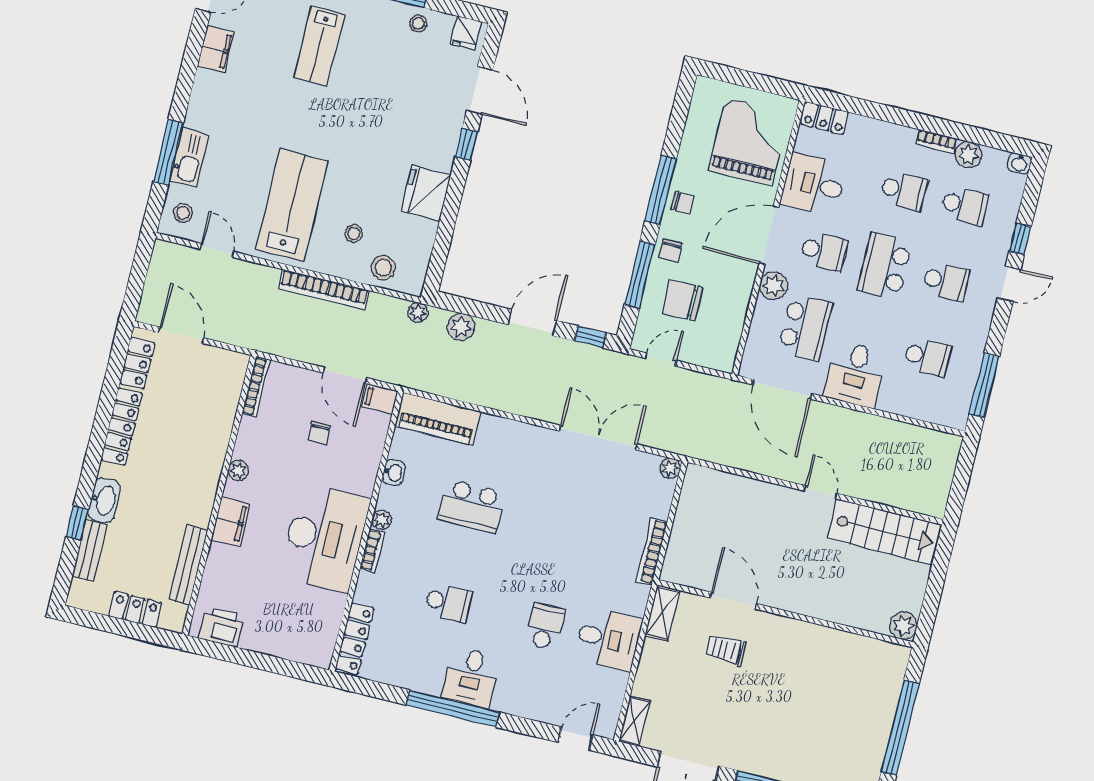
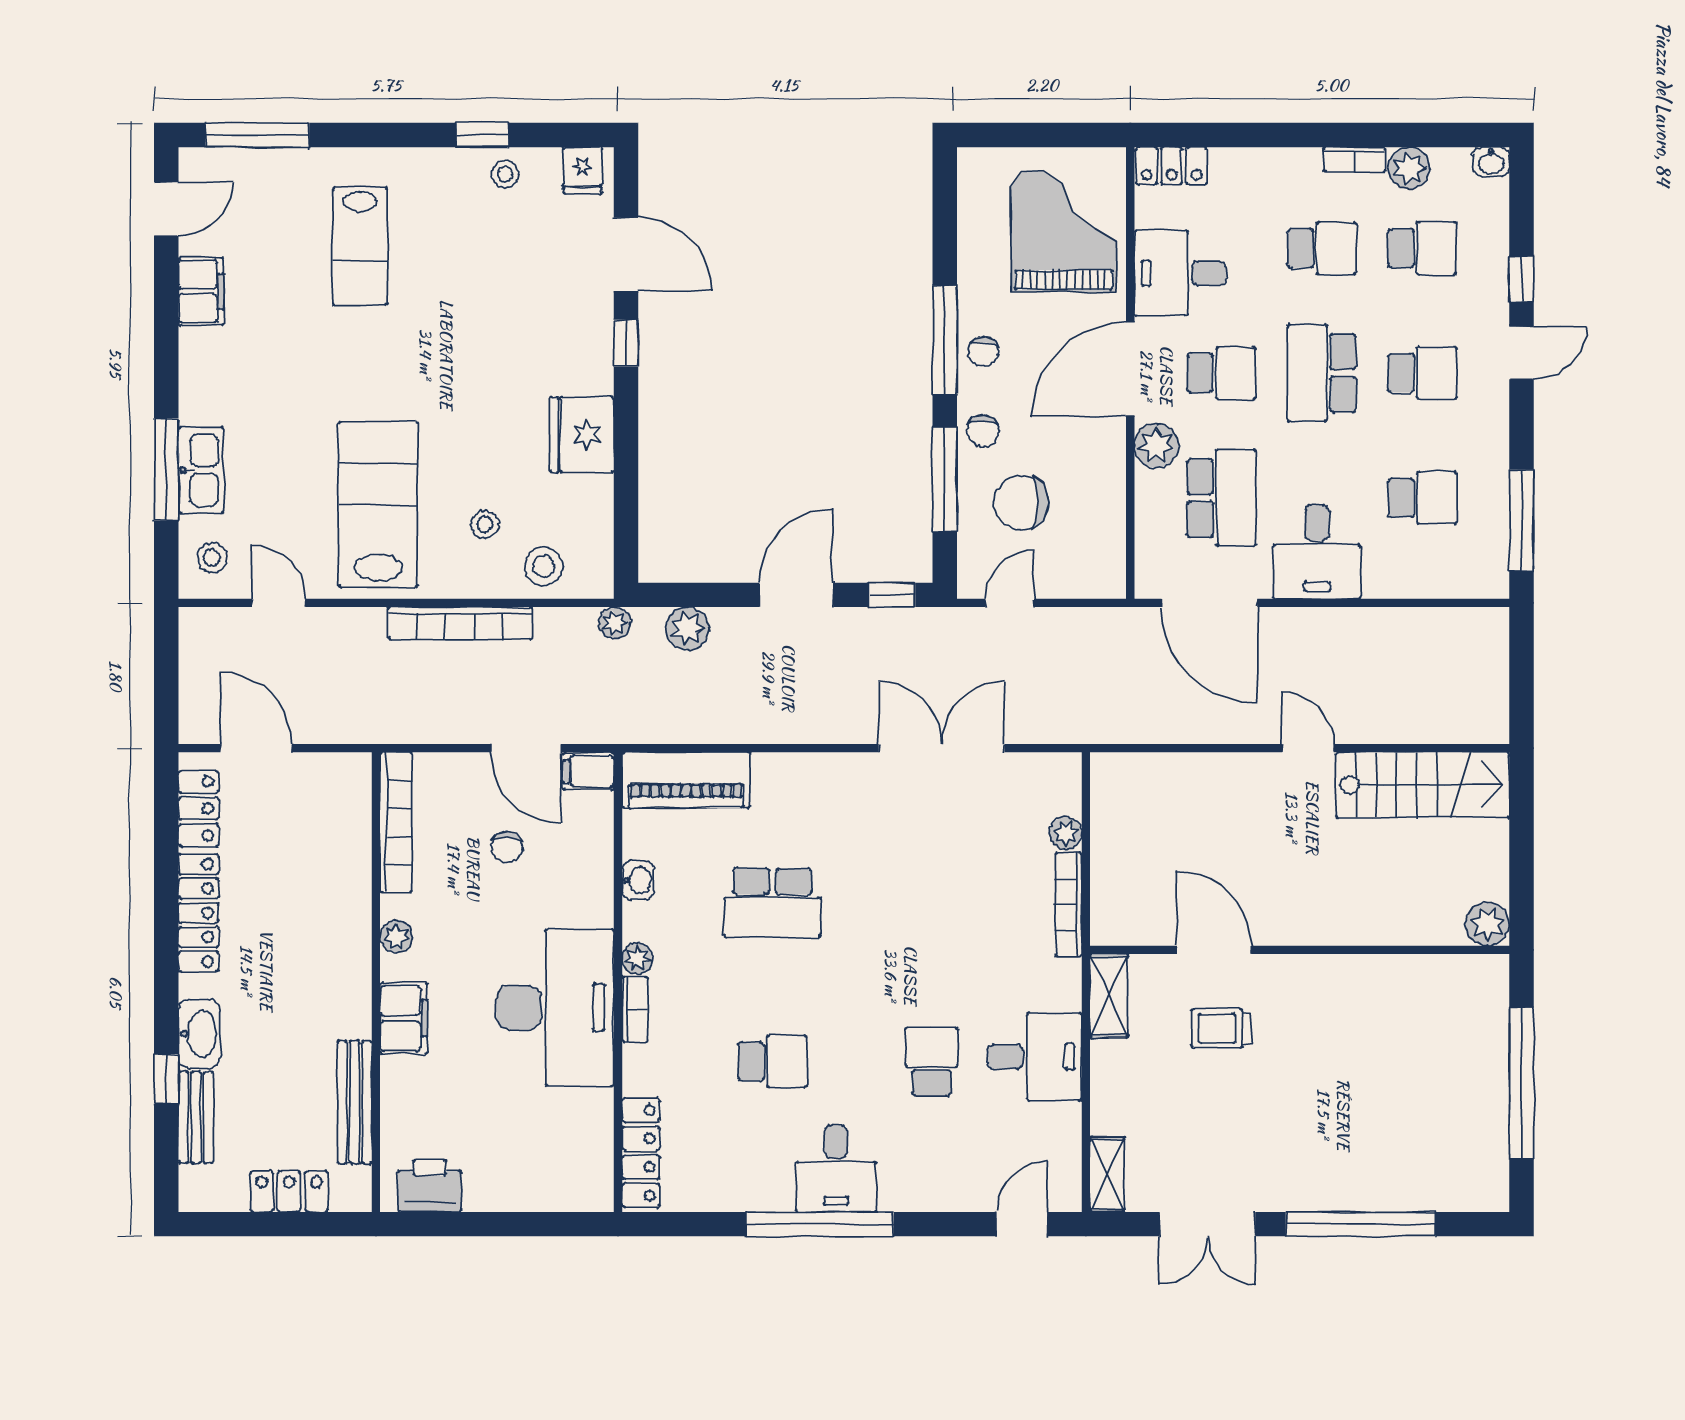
chair: (683, 203) -> (984, 351), turned 99
bookcase: (256, 387) -> (396, 822), width x1.48, depth x1.31
plant: (670, 468) -> (1066, 833), moved

